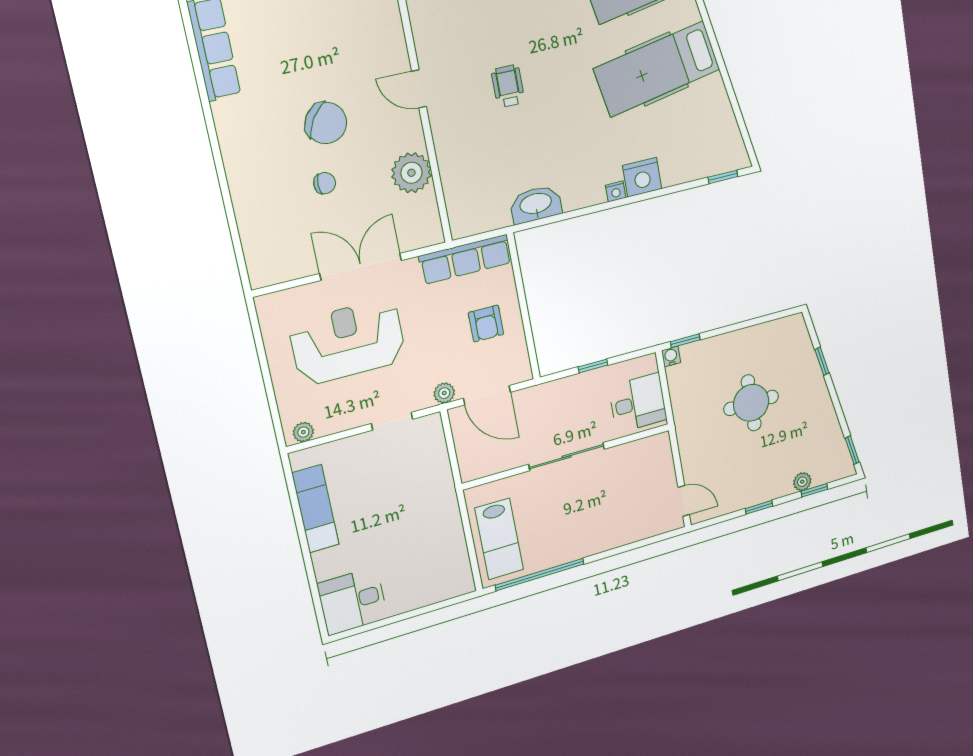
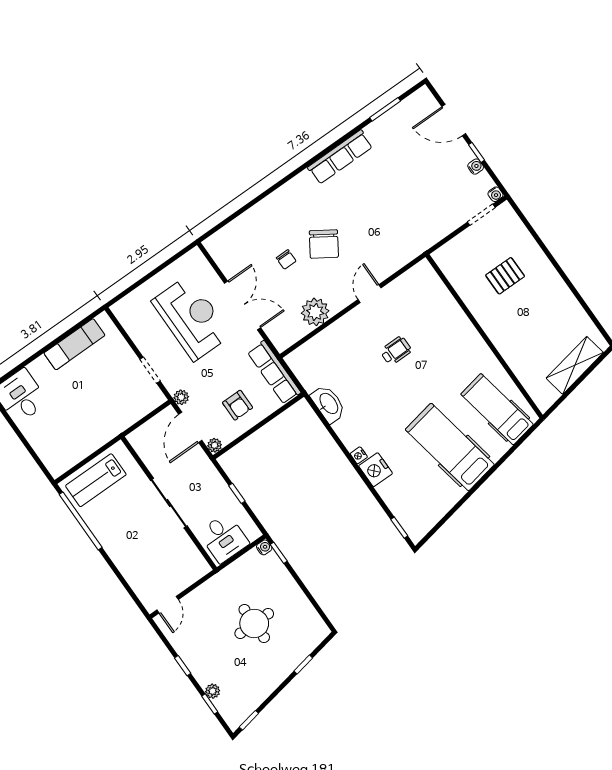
armchair: (486, 323) -> (238, 405), turned -90
plant: (303, 432) -> (215, 445), moved

